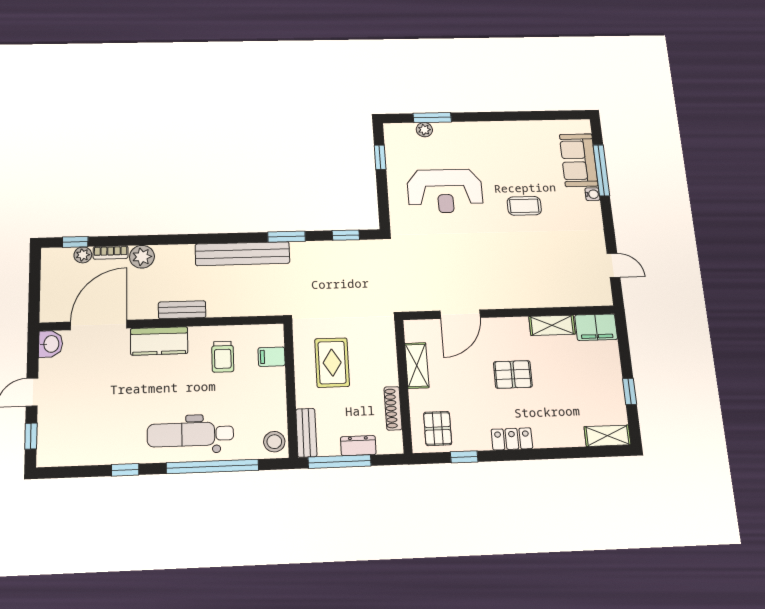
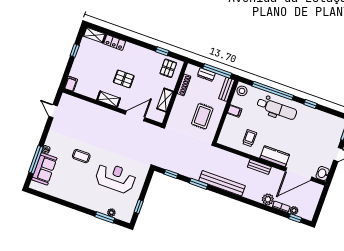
shelving: (552, 325) -> (109, 99), moved
filing cabinet: (596, 327) -> (71, 84), width x0.50
filing cabinet: (272, 357) -> (235, 111), moved
locker: (512, 439) -> (115, 42), moved

